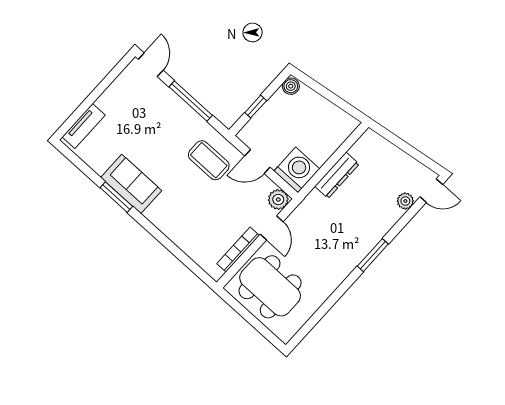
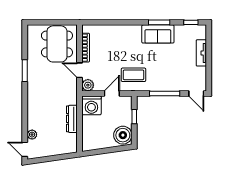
boiler: (291, 86) -> (123, 135), width x1.86, depth x1.86
tv unit: (84, 126) -> (201, 53), moved
window: (76, 161) -> (191, 22), added
door: (431, 191) -> (25, 149), hinge flipped
window: (373, 255) -> (25, 71), moved
dining table: (270, 287) -> (57, 44), turned 90

